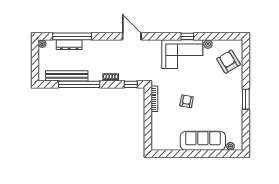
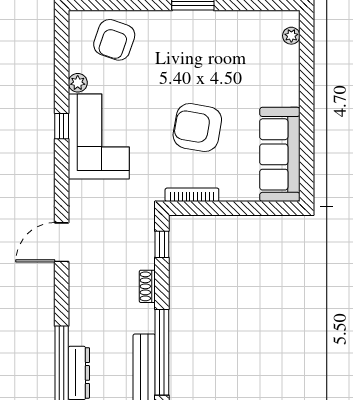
armchair: (228, 62) -> (114, 40), turned -40
armchair: (187, 101) -> (197, 128), width x1.88, depth x1.88
sofa: (203, 141) -> (280, 154), moved

